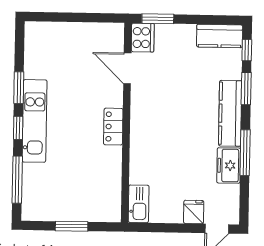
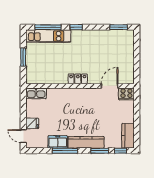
window: (158, 19) -> (137, 102), removed
window: (19, 88) -> (119, 27), moved
kitchen unit: (35, 121) -> (48, 36), moved

